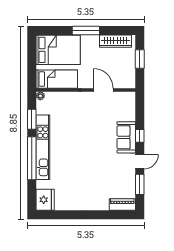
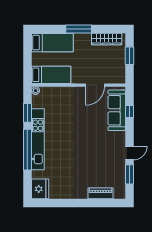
bed: (58, 50) -> (52, 43), width x0.67
door: (103, 90) -> (95, 85), swing flipped
window: (140, 136) -> (129, 111), moved
sofa: (126, 137) -> (117, 110), moved, width x1.36
piano: (122, 205) -> (101, 193), moved

